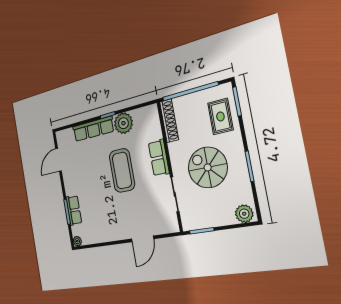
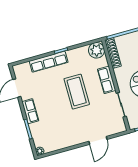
plant: (123, 123) -> (97, 50), moved
row of seats: (74, 210) -> (30, 111), moved

